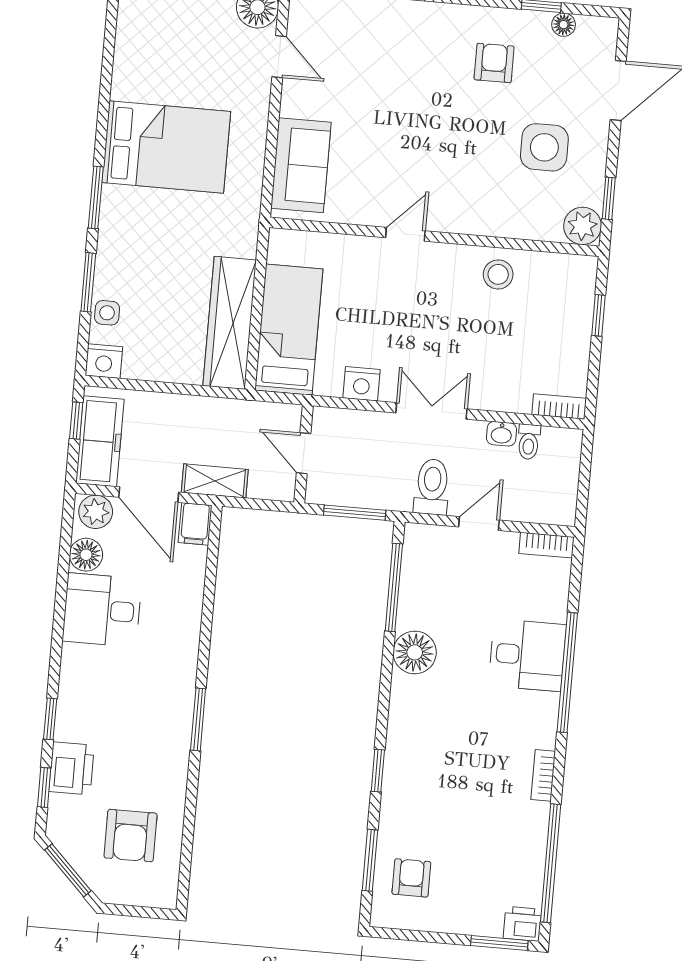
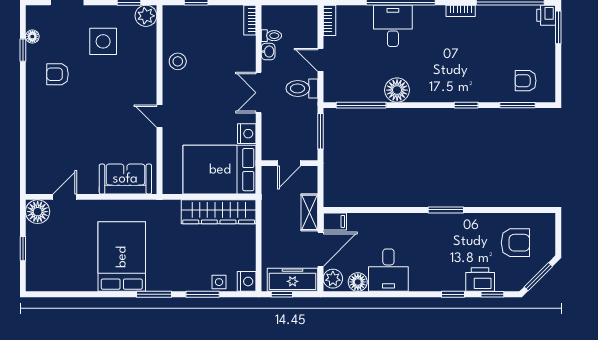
bed: (289, 330) -> (220, 170), width x1.50

